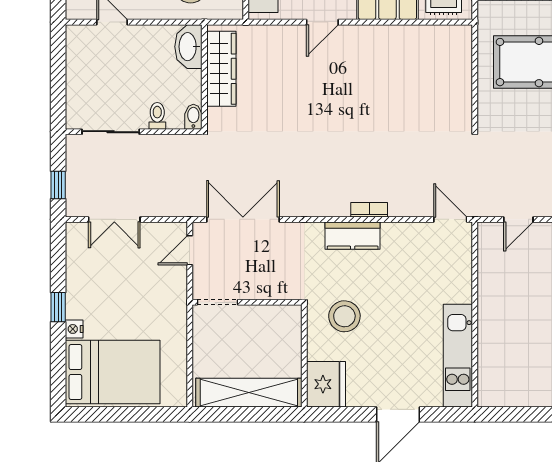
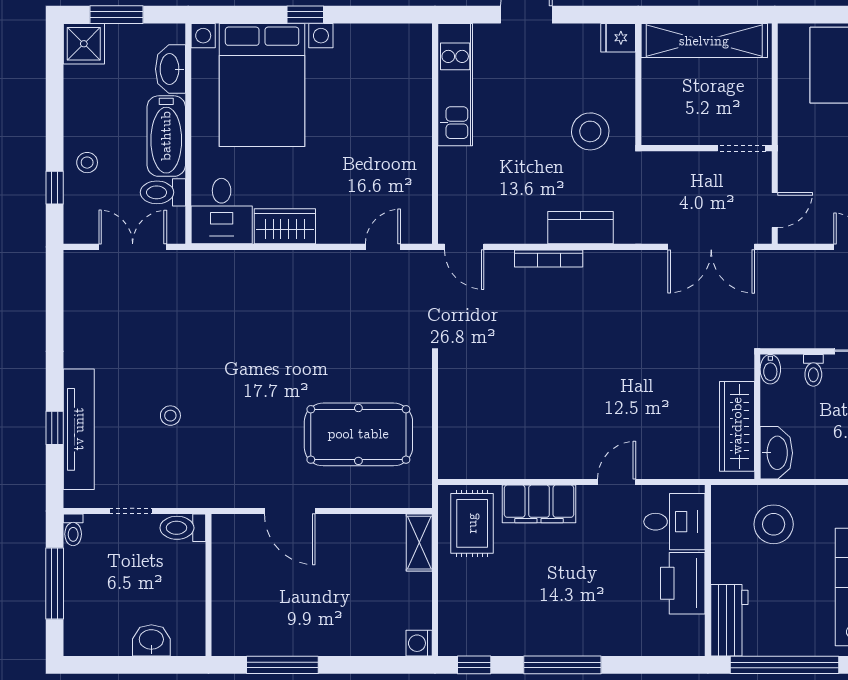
bookcase: (369, 210) -> (549, 258), width x1.56
fridge: (326, 384) -> (618, 38), width x0.53, depth x0.75

